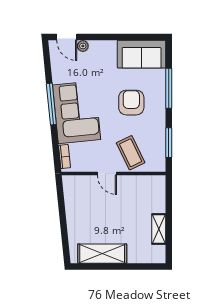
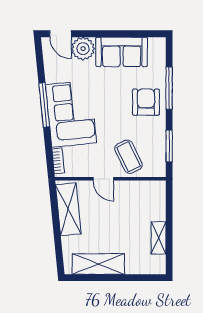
plant: (83, 46) -> (83, 49), width x1.87, depth x1.87
sofa: (142, 54) -> (122, 52), moved
armchair: (131, 103) -> (146, 102), moved
shelving: (74, 202) -> (68, 209), added

